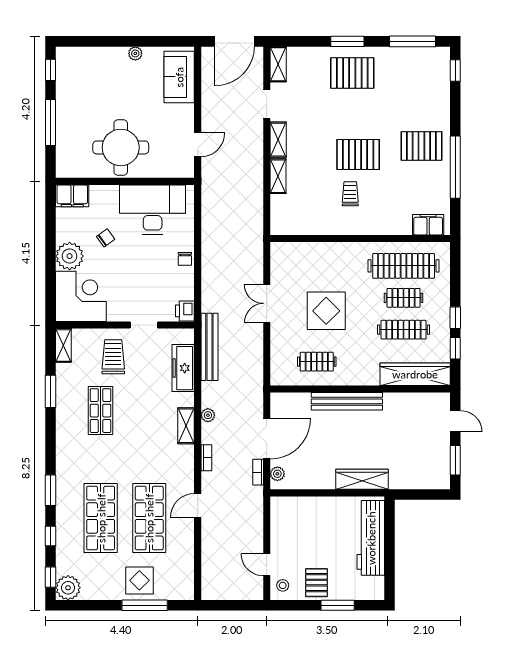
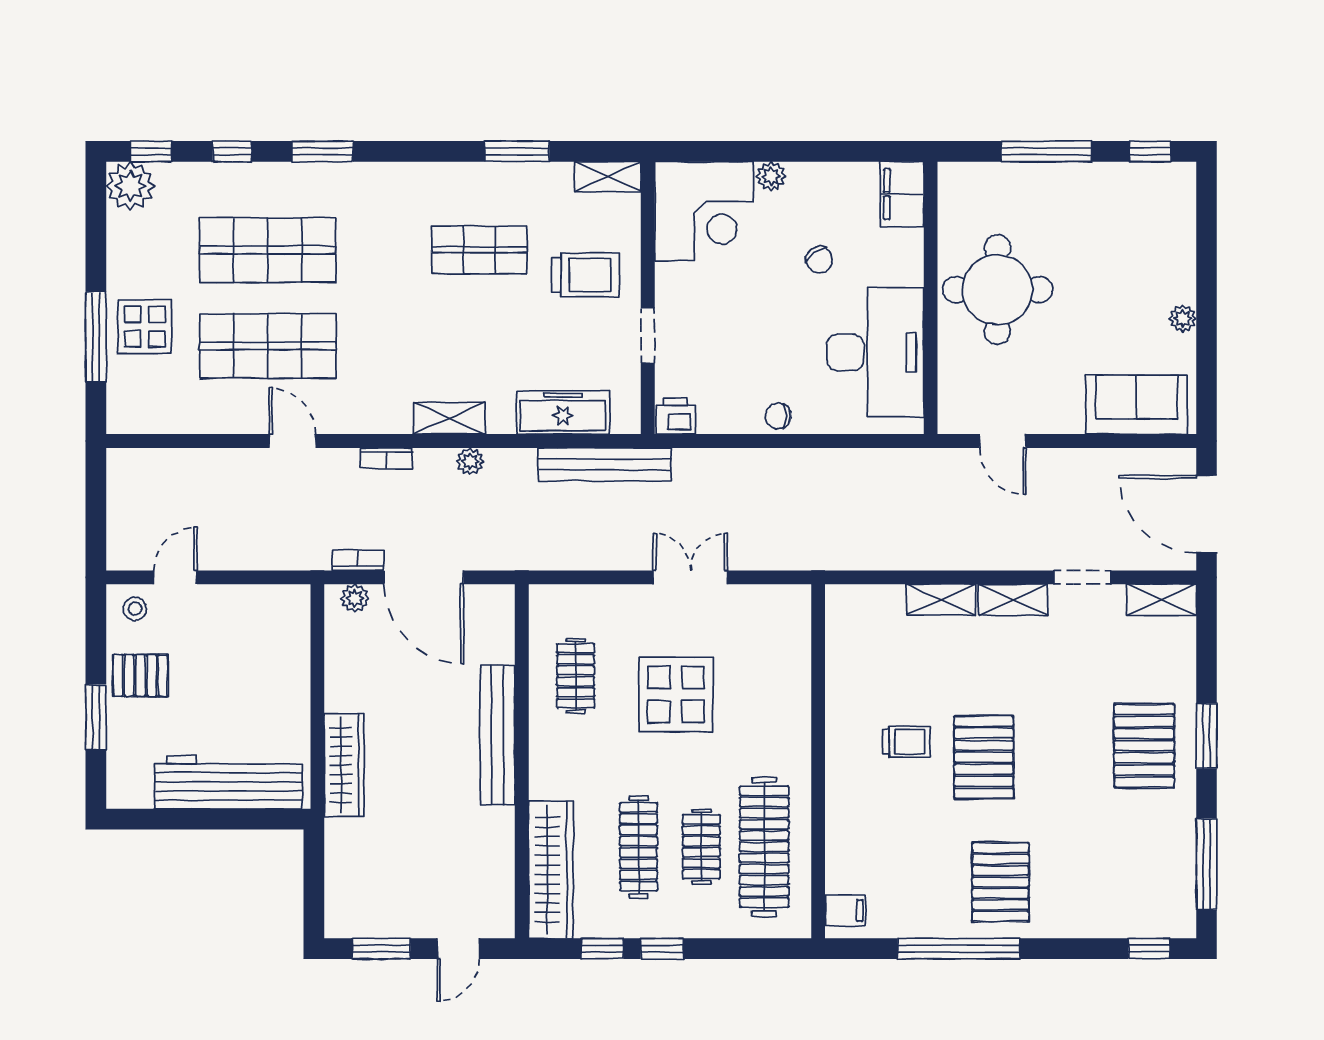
filing cabinet: (428, 225) -> (845, 911), width x0.50
plant: (70, 256) -> (771, 176), width x0.53, depth x0.53

